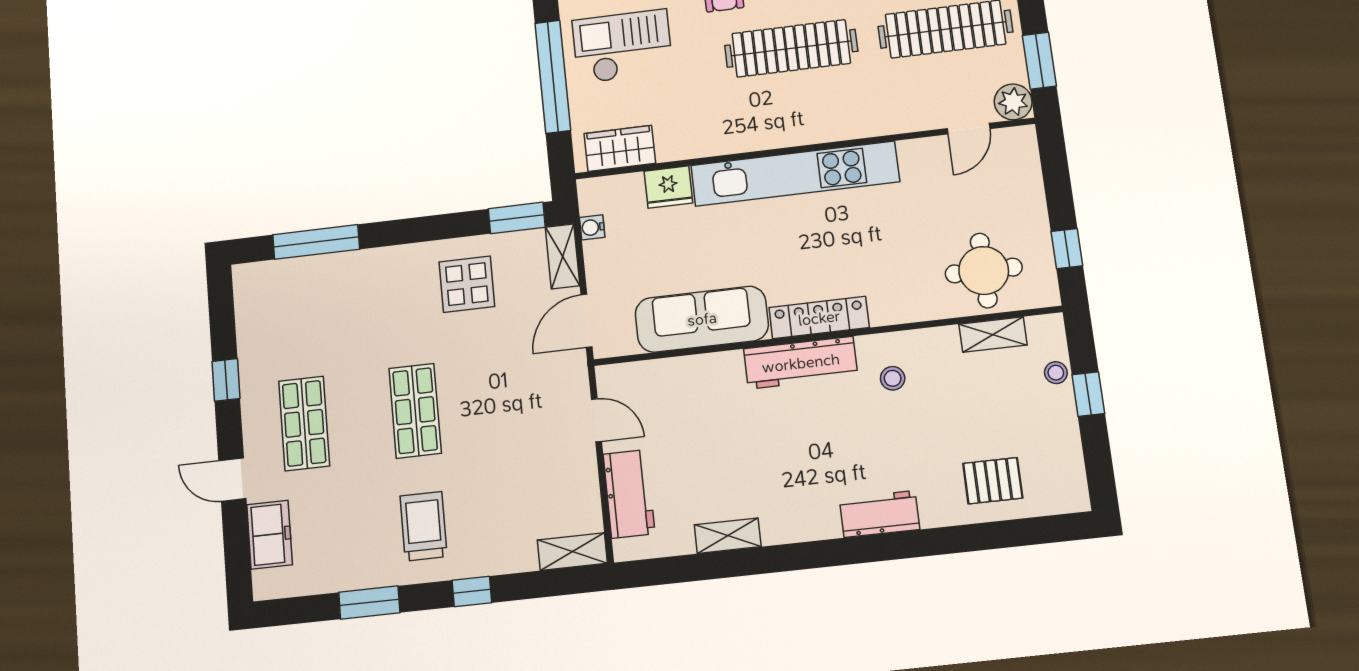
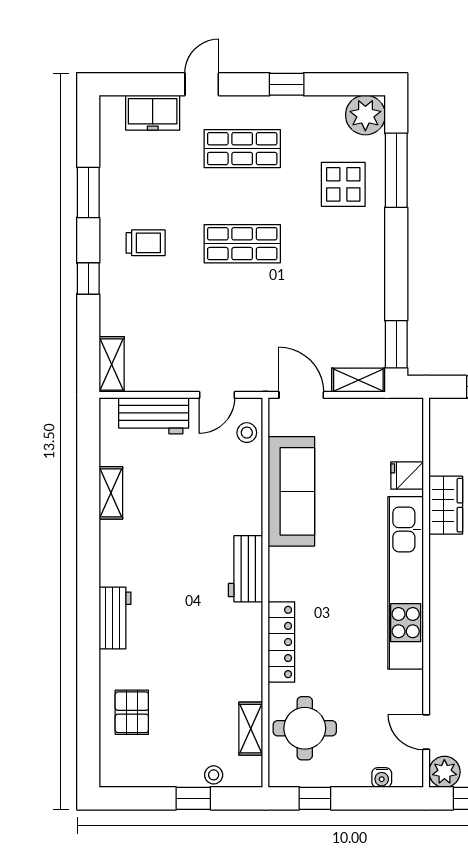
wardrobe: (620, 148) -> (446, 505), moved
fridge: (668, 187) -> (407, 476), width x0.72
water cooler: (592, 227) -> (382, 778), moved, turned 180
display table: (467, 284) -> (343, 184), moved
plant: (255, 285) -> (365, 115), added
locker: (819, 318) -> (281, 642), moved
workbench: (801, 363) -> (246, 569), width x0.73
stool: (893, 378) -> (247, 433), moved
trolley: (424, 526) -> (146, 243), width x0.73, depth x0.72

